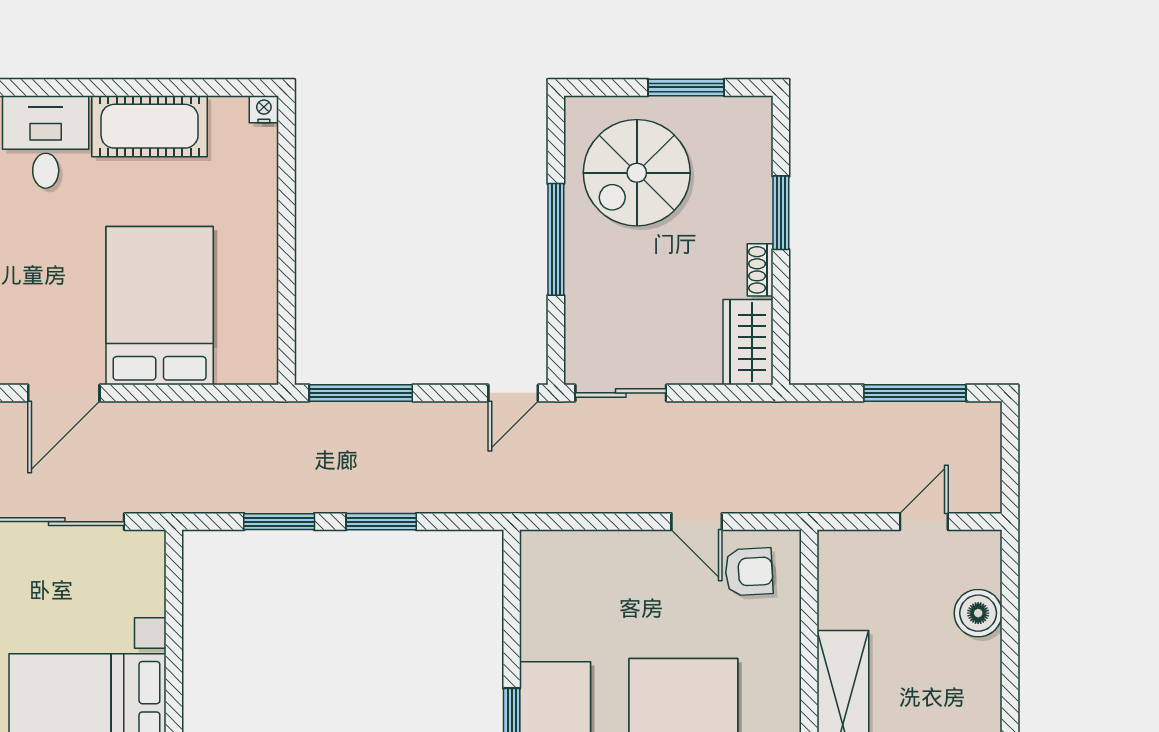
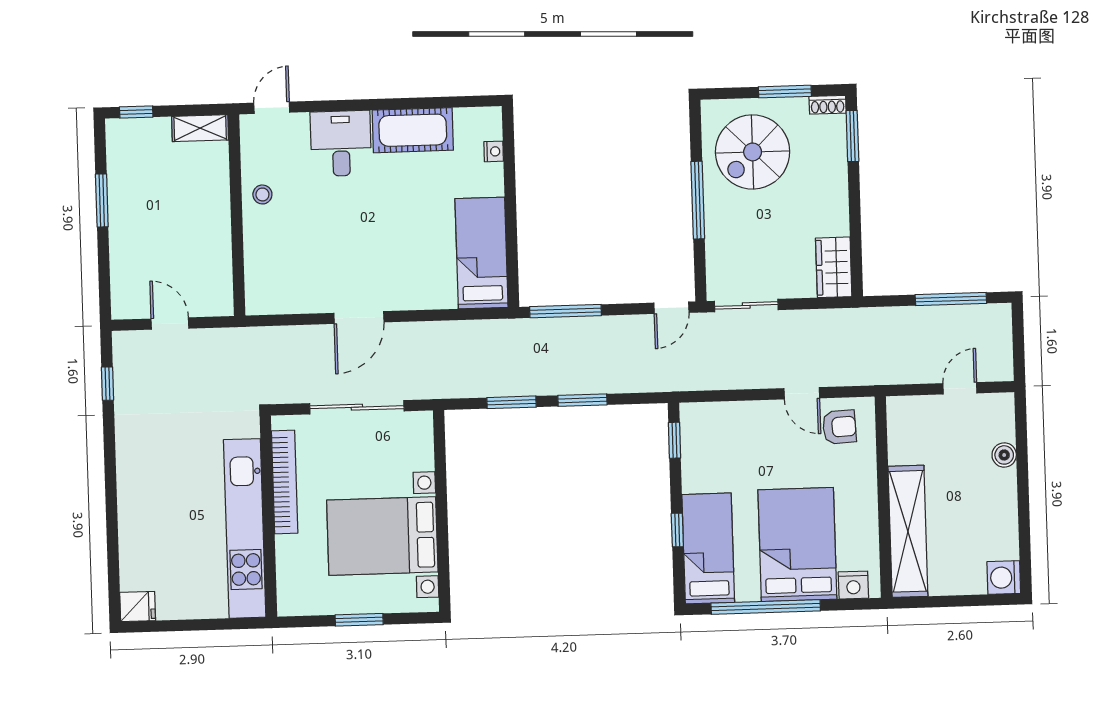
nightstand: (264, 109) -> (494, 151), moved, turned 90
window: (781, 213) -> (852, 136), moved
shoe rack: (760, 270) -> (828, 105), moved, turned -90
bed: (160, 306) -> (482, 253), moved, width x0.67
window: (512, 583) -> (675, 440), added
boiler: (978, 613) -> (1004, 455), width x0.73, depth x0.73

